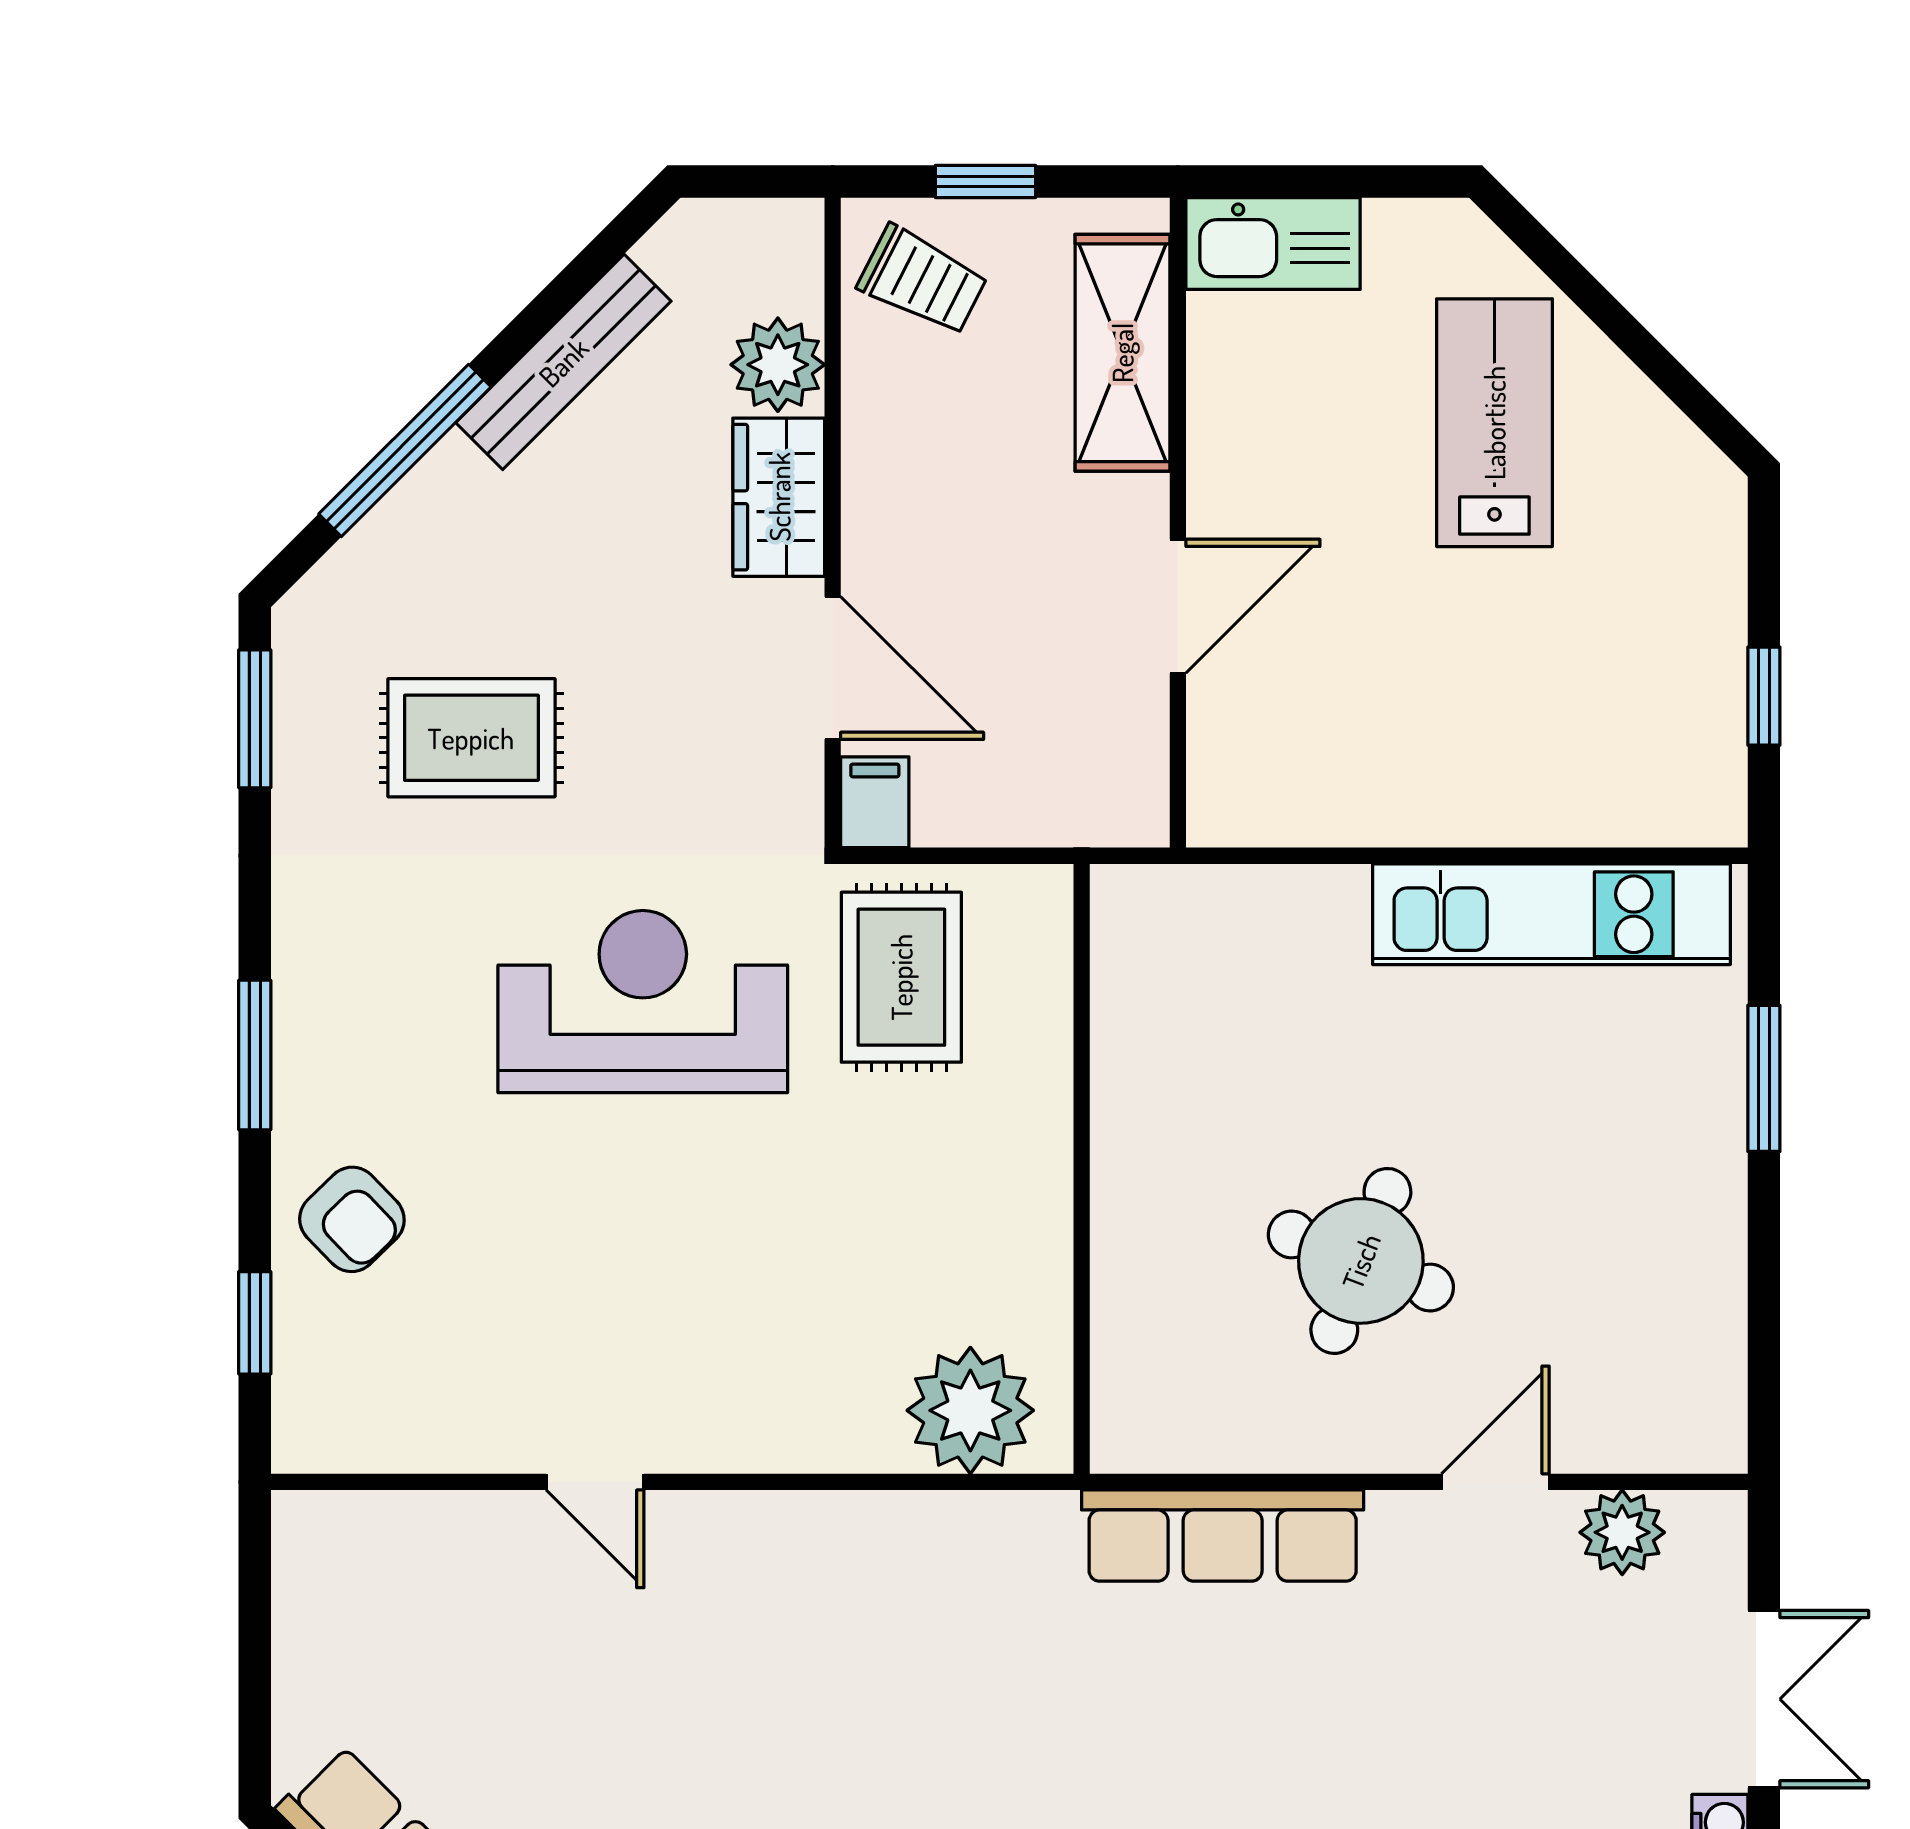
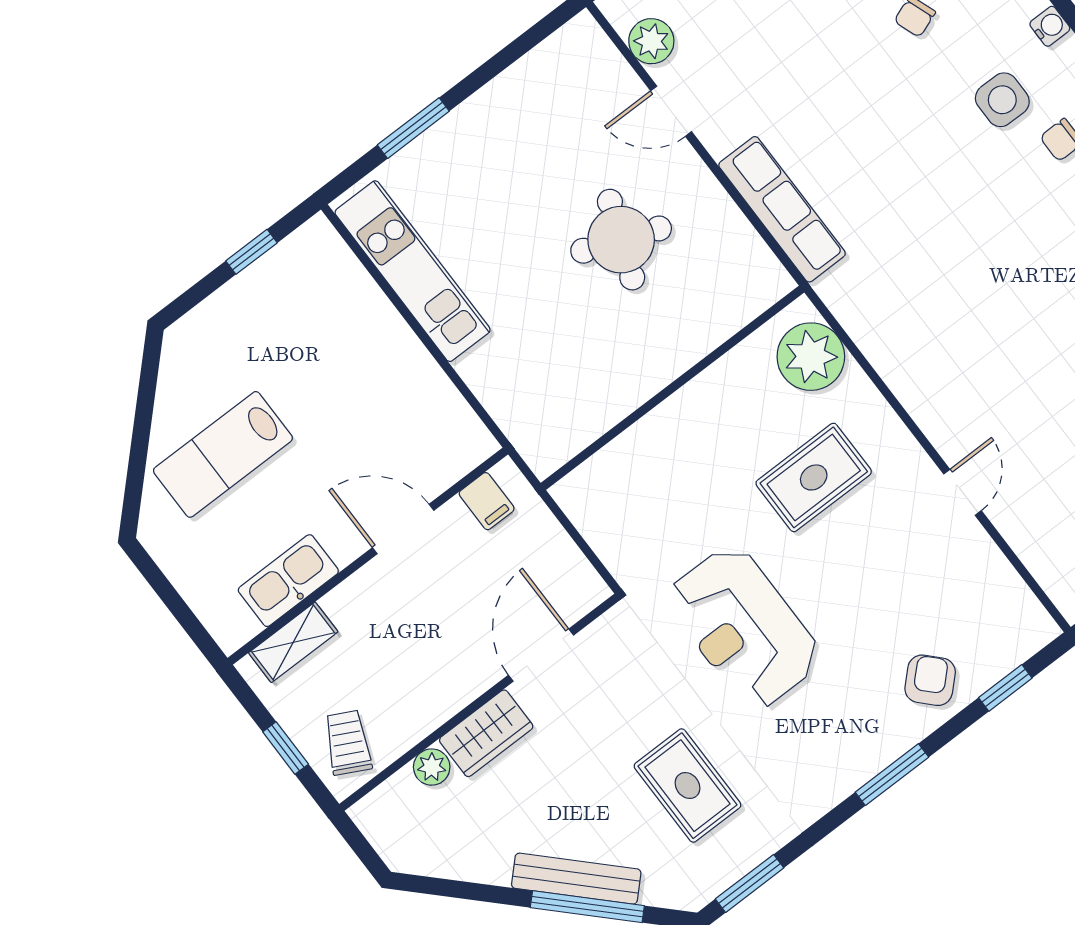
kitchen sink: (1273, 243) -> (288, 581), moved, turned -90
shelving: (1122, 353) -> (293, 642), width x0.67, depth x0.75
bench: (563, 362) -> (576, 879), moved
plant: (778, 365) -> (432, 767), width x0.73, depth x0.73
filing cabinet: (875, 802) -> (487, 501), moved, turned -90
rug: (901, 977) -> (814, 477), moved

